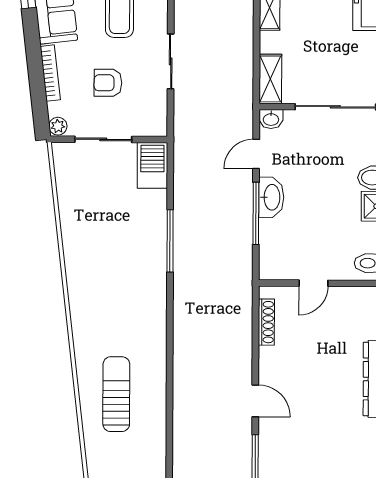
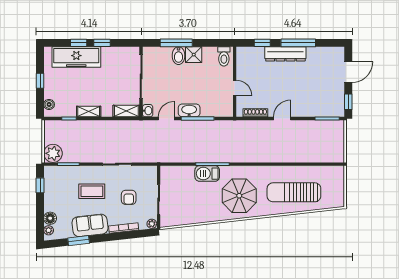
door: (256, 154) -> (166, 118), swing flipped
barbecue: (152, 165) -> (207, 174), moved
parasol: (110, 291) -> (239, 196), added
sun lounger: (116, 394) -> (294, 192), width x1.36, depth x1.34
door: (255, 401) -> (282, 118), moved

